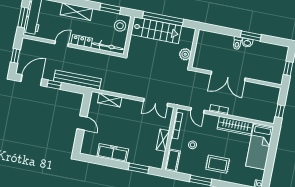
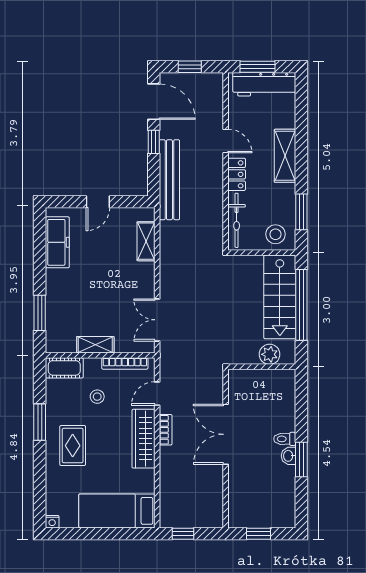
plant: (185, 54) -> (270, 354), moved
wardrobe: (235, 126) -> (143, 439), moved
freezer: (113, 153) -> (57, 242), moved

